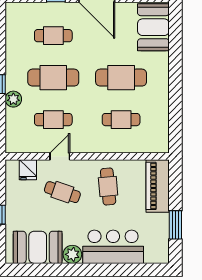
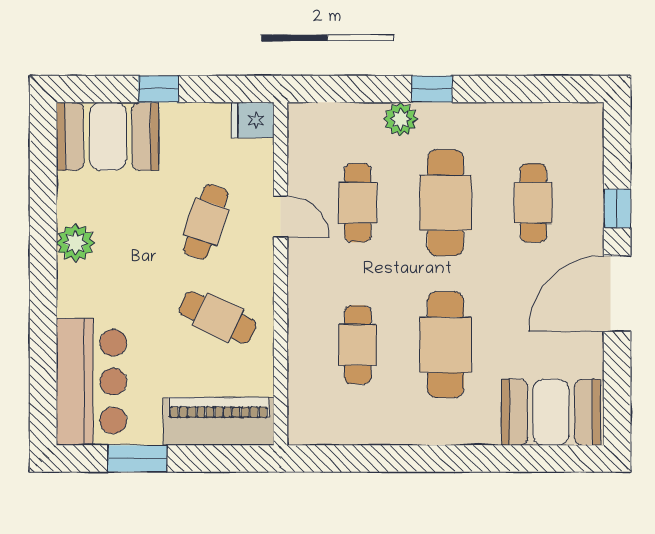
fridge: (28, 170) -> (253, 120), moved
cafe table: (108, 186) -> (218, 317), turned 30
booth: (38, 247) -> (108, 136), moved, turned 90
bar counter: (113, 247) -> (91, 382), moved

